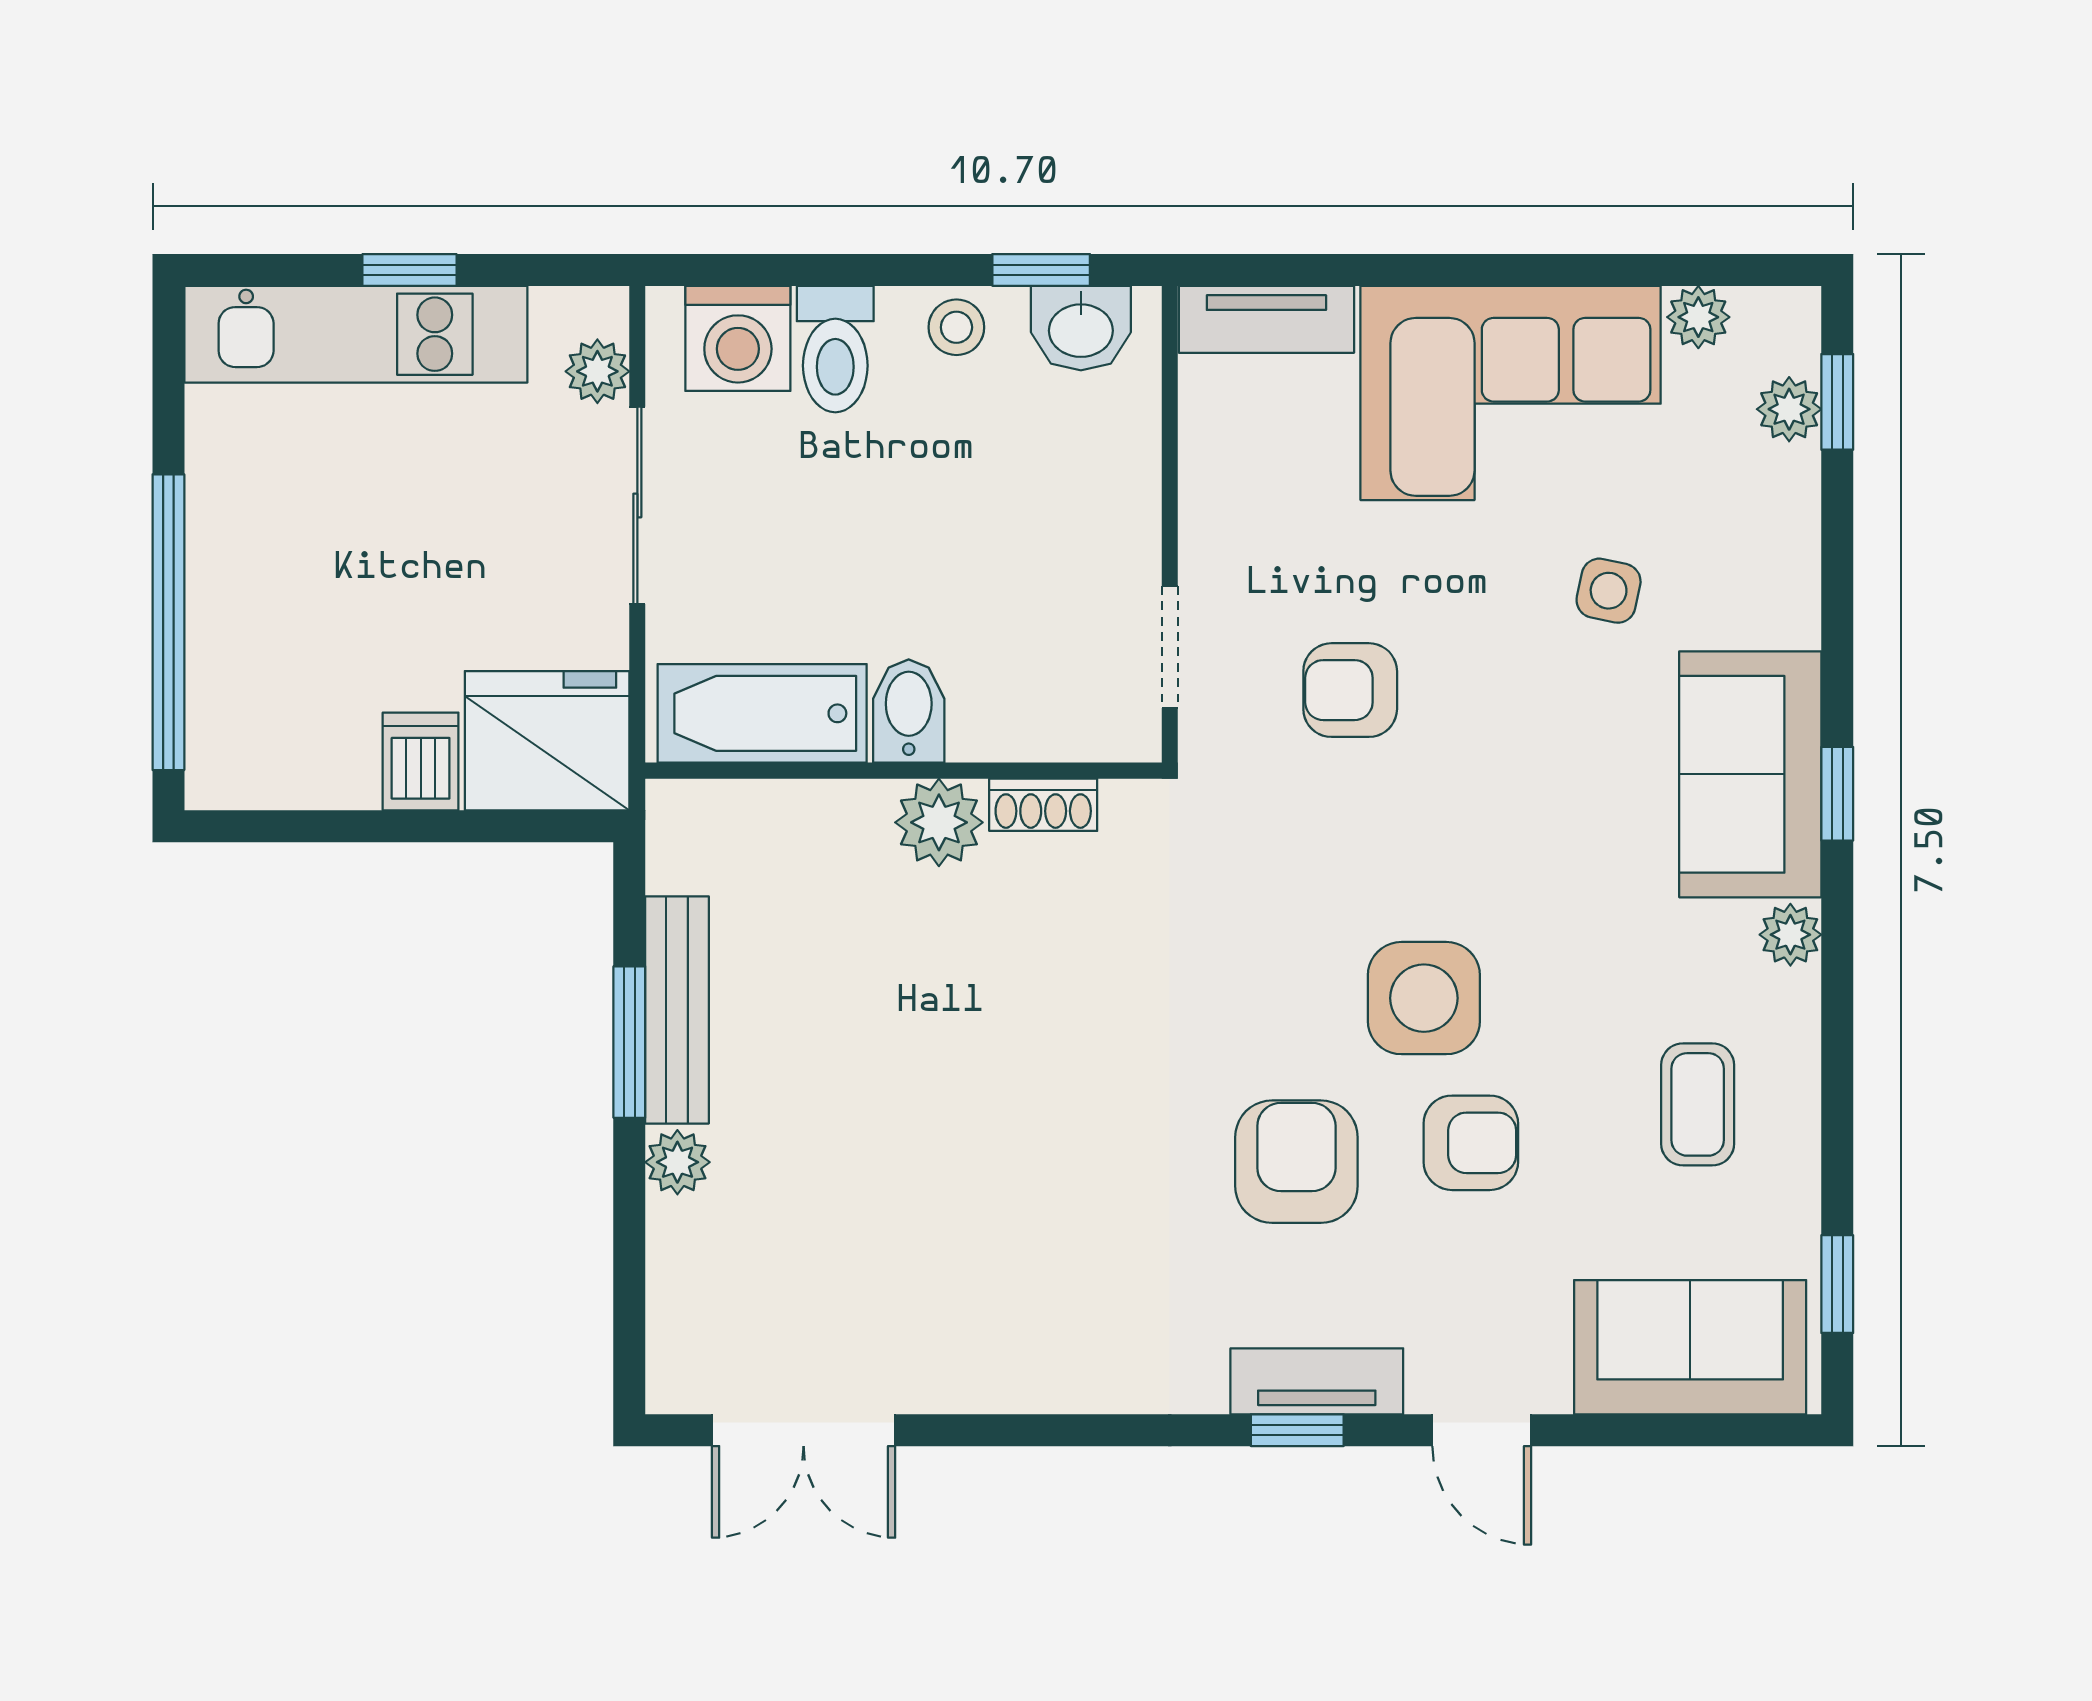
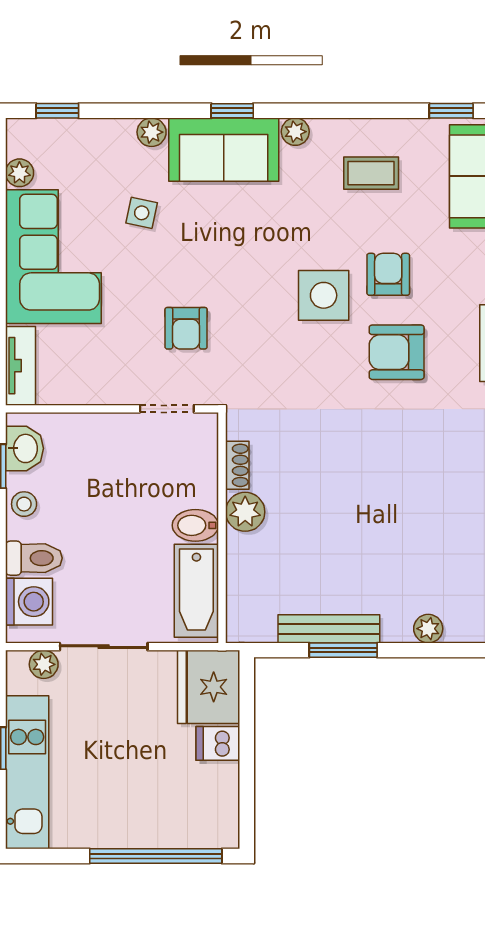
plant: (1789, 409) -> (152, 132), moved
plant: (677, 1162) -> (428, 629), moved

